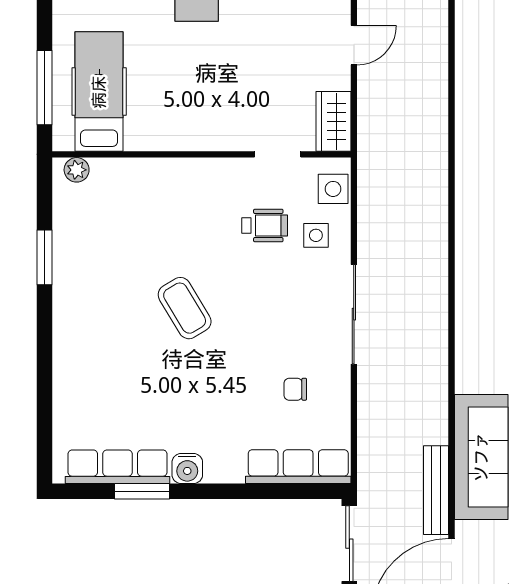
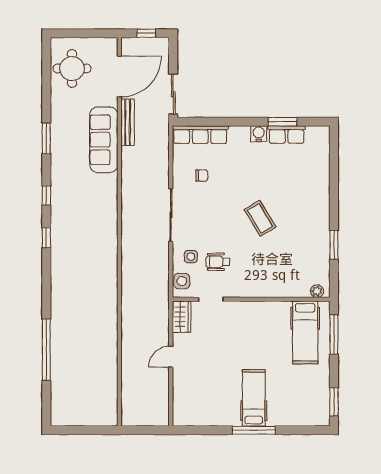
row of seats: (118, 467) -> (287, 135), width x0.68

